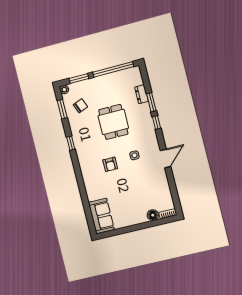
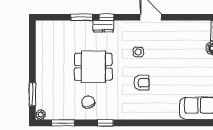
window: (113, 69) -> (32, 52), removed
dresser: (141, 94) -> (103, 26), moved
chair: (80, 106) -> (88, 102), moved

